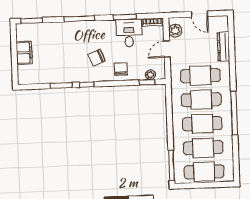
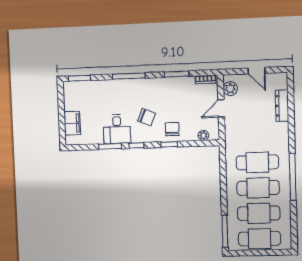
desk: (129, 33) -> (117, 129), moved, turned 180
filing cabinet: (24, 53) -> (72, 123), moved
chair: (96, 58) -> (147, 117), turned -136
cafe table: (200, 76) -> (257, 137), removed
window: (147, 82) -> (169, 144), moved

